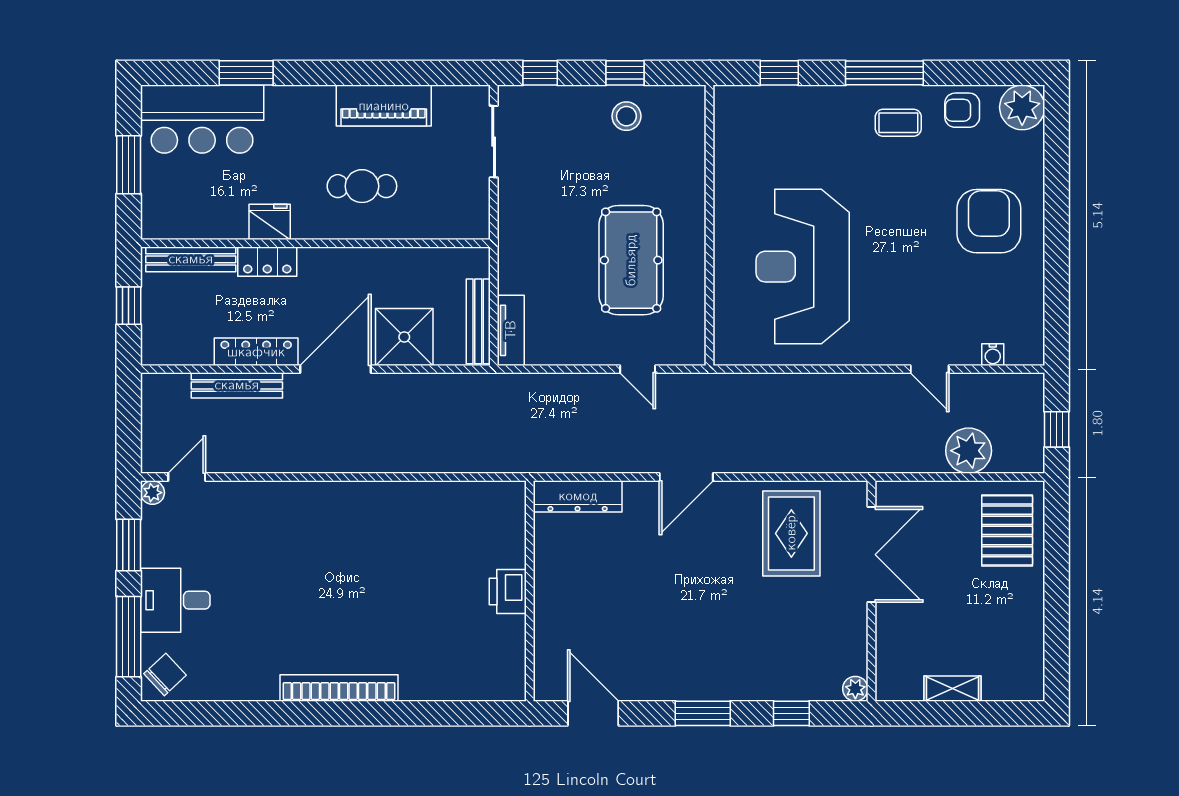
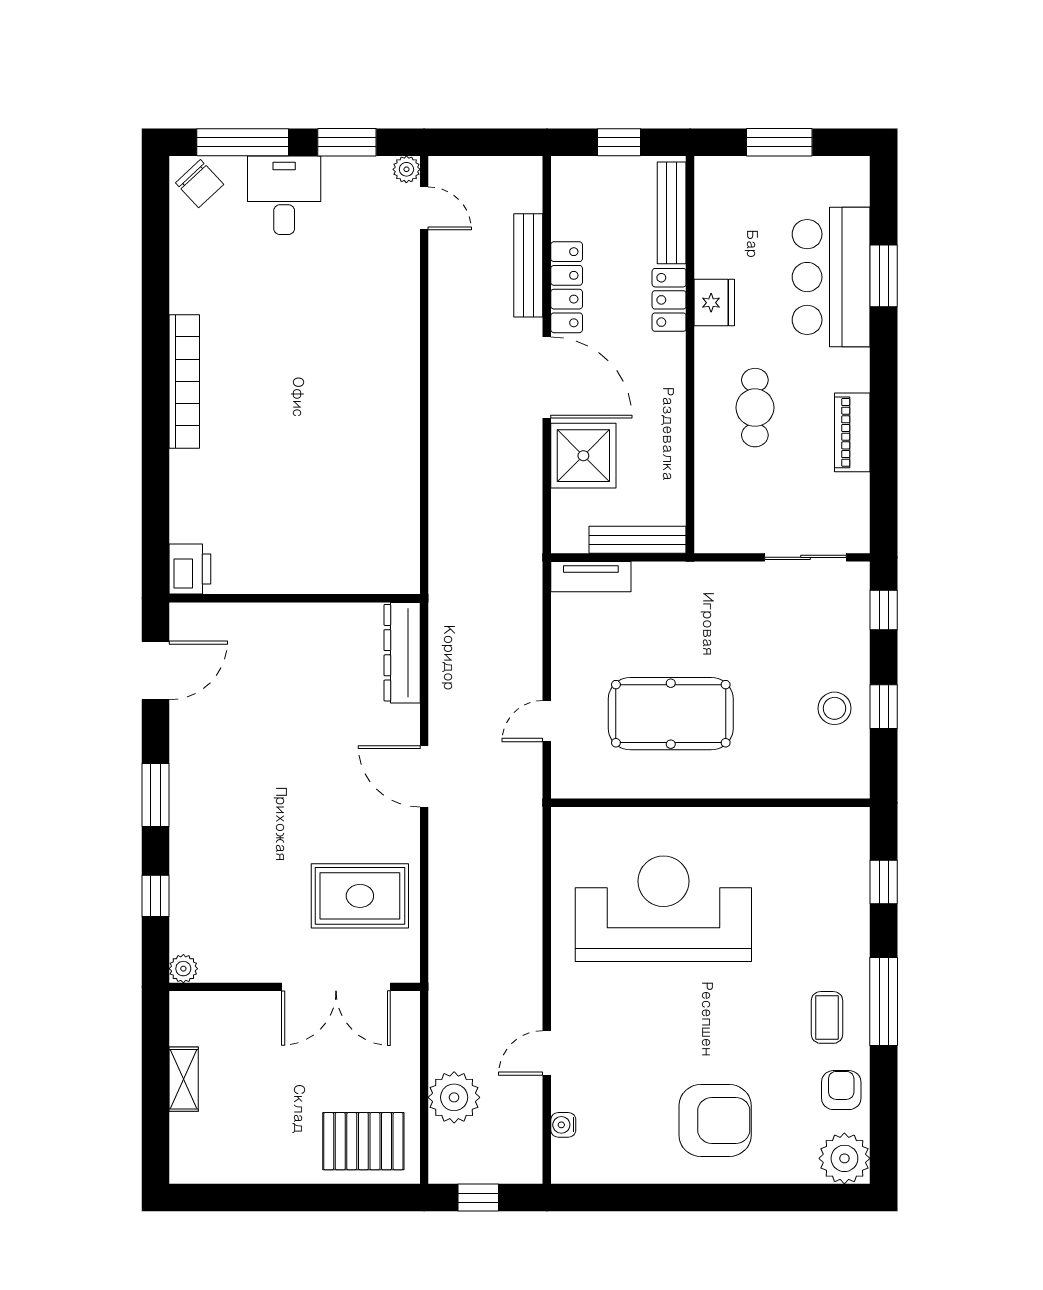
piano: (384, 106) -> (852, 432), width x0.73, depth x0.75
bar counter: (202, 119) -> (831, 277), moved
bench: (478, 321) -> (638, 540), moved
printer: (508, 591) -> (190, 569), moved, turned 90

